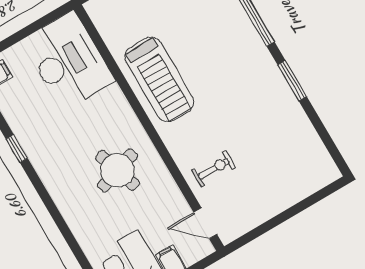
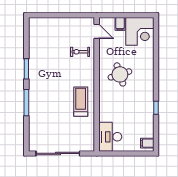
desk: (68, 61) -> (110, 137), width x0.73, depth x0.77
treadmill: (159, 79) -> (81, 102), width x0.73, depth x0.73

